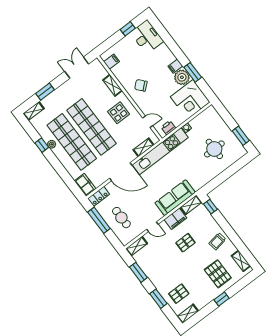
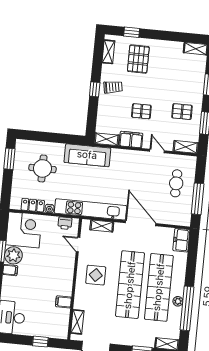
window: (128, 29) -> (40, 342), moved
filing cabinet: (111, 62) -> (63, 302), moved
shelving: (113, 85) -> (77, 322), moved
chair: (141, 85) -> (55, 281), removed
window: (42, 145) -> (187, 308), width x3.17
locker: (99, 196) -> (33, 205), moved
sofa: (175, 198) -> (87, 155), moved
window: (210, 207) -> (95, 89), moved
pallet: (179, 294) -> (182, 112), moved
window: (222, 299) -> (132, 32), moved

